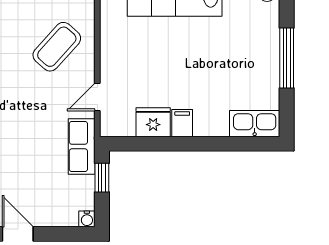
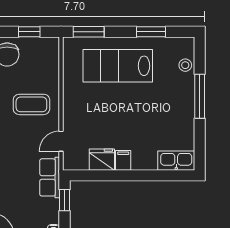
coffee table: (57, 47) -> (31, 104), turned 48
window: (287, 58) -> (200, 96), moved

